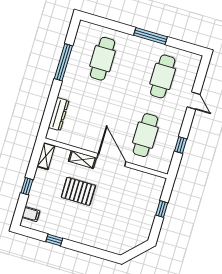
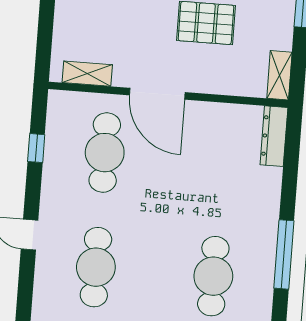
dresser: (59, 114) -> (274, 136), moved
shelving: (82, 160) -> (87, 74), moved
window: (162, 209) -> (46, 23), removed

